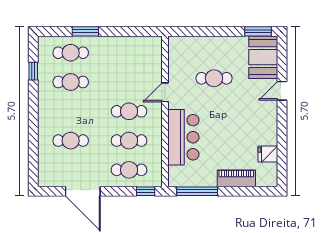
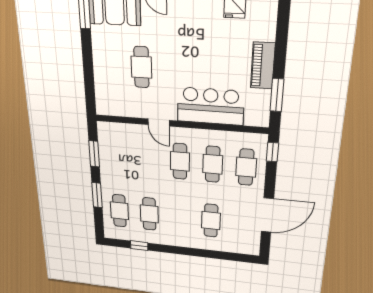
window: (129, 31) -> (94, 154), added
piano: (236, 178) -> (263, 66), moved
window: (197, 191) -> (277, 95), width x0.69

